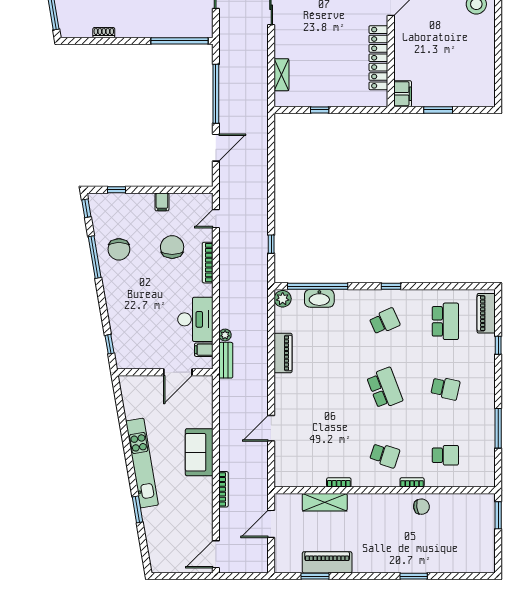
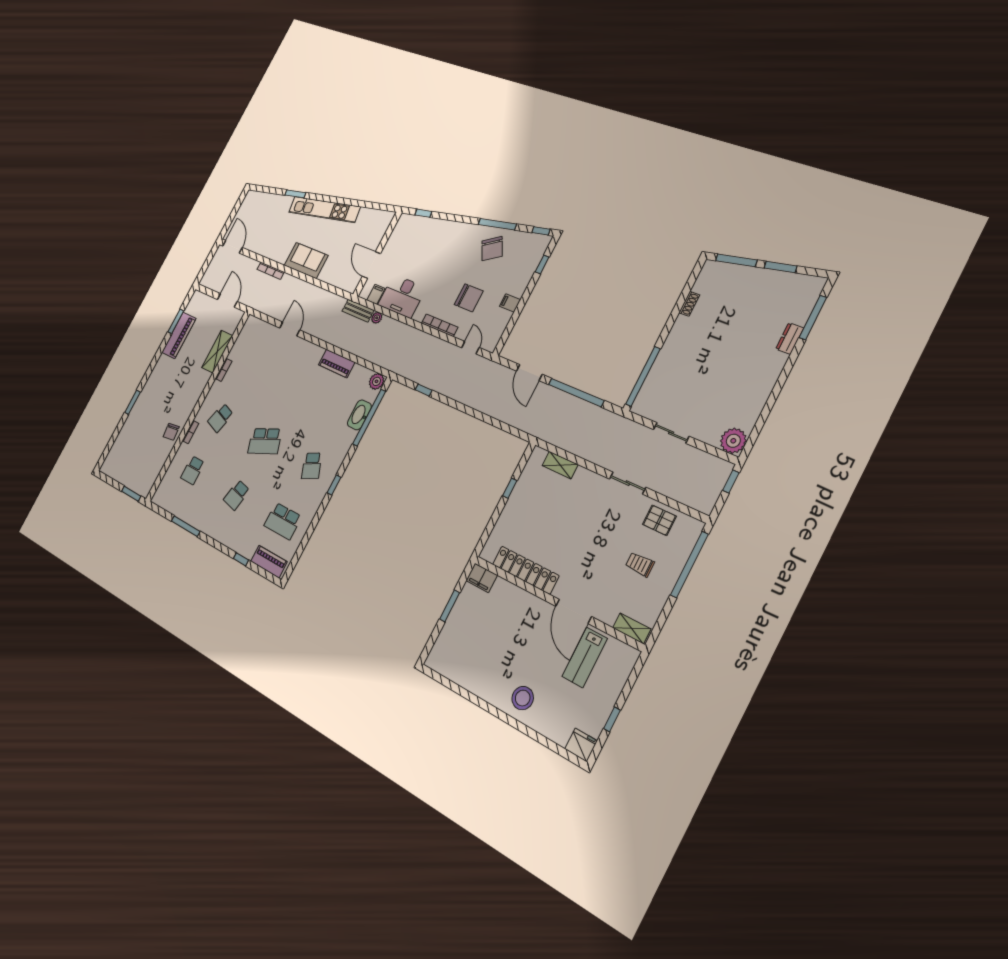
chair: (119, 249) -> (492, 249), turned -121

